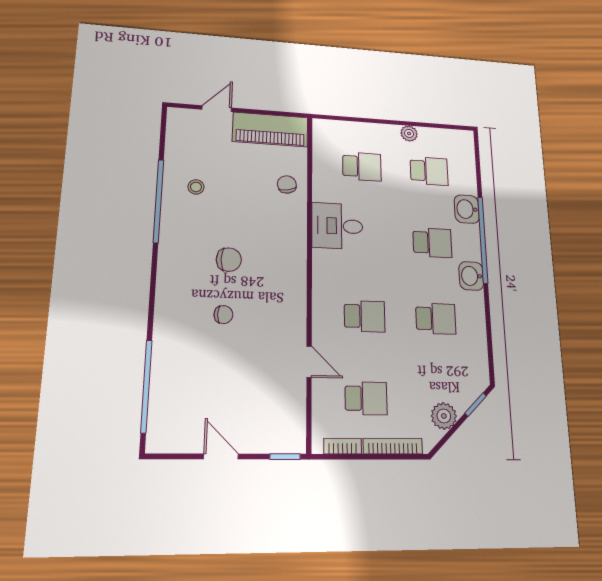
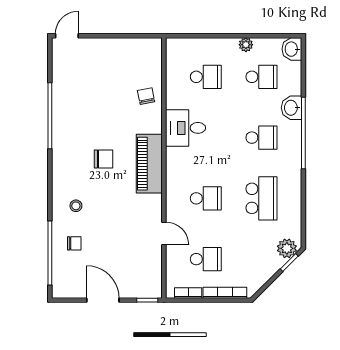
door: (217, 109) -> (67, 36), moved
piano: (270, 130) -> (149, 164), moved, turned 90
stool: (196, 187) -> (76, 206), moved
washbasin: (471, 276) -> (292, 49), moved
chair: (223, 315) -> (74, 243), moved
school desk: (436, 319) -> (261, 198), width x1.85
plant: (444, 416) -> (287, 248), moved
door: (221, 456) -> (103, 300), width x1.37

